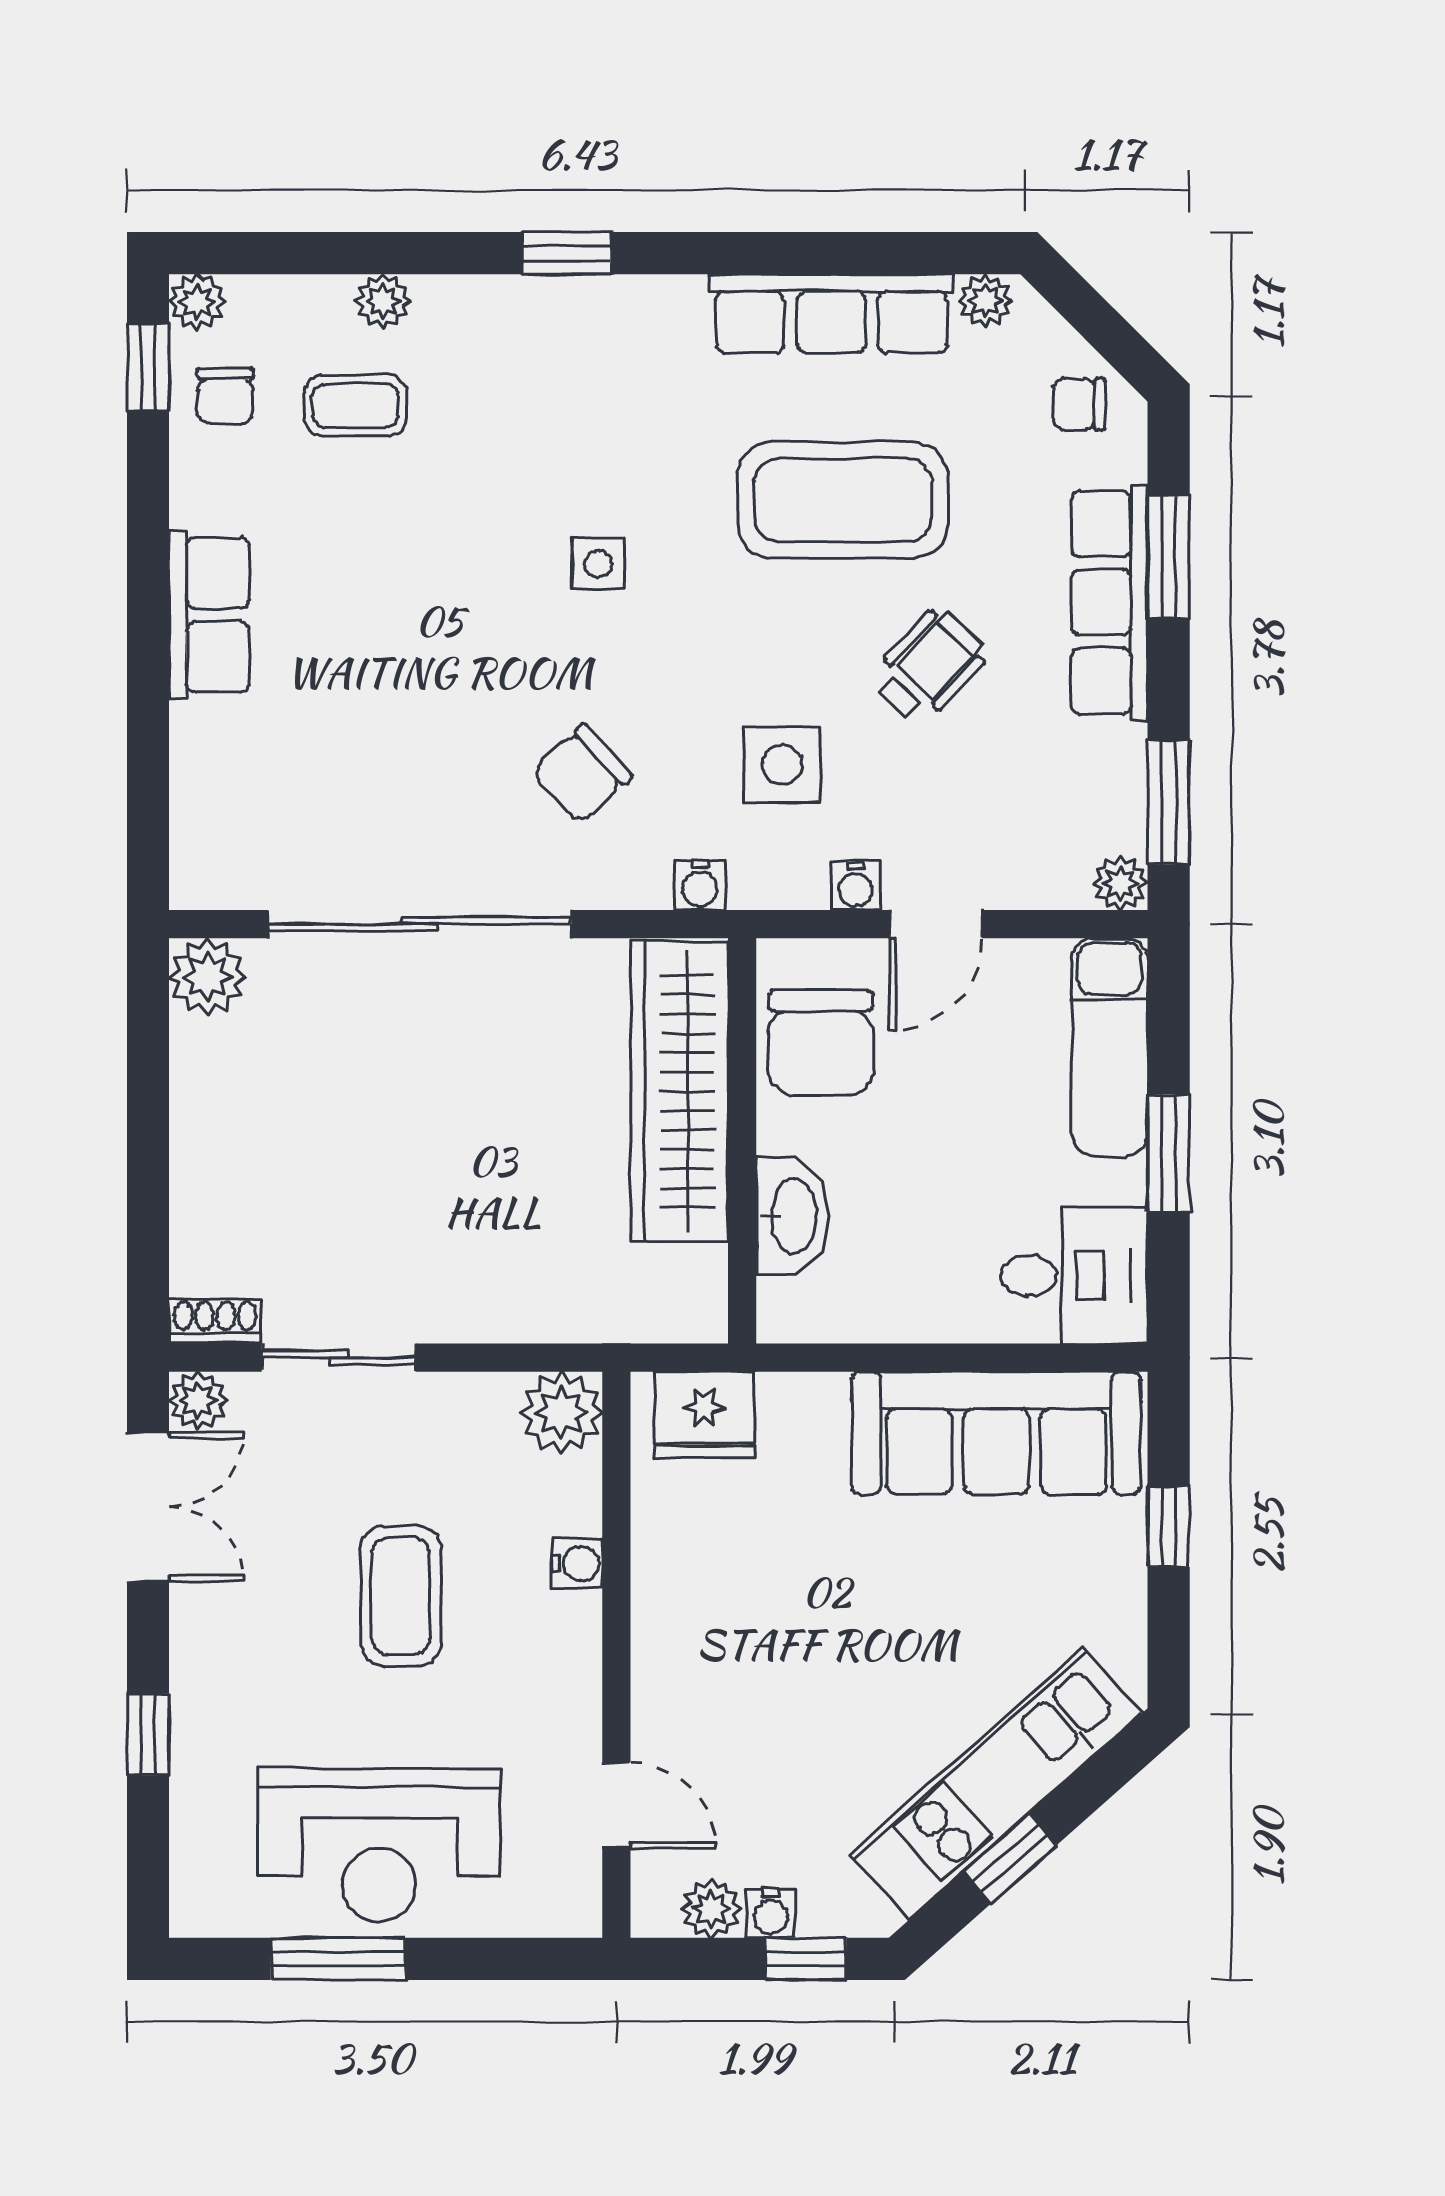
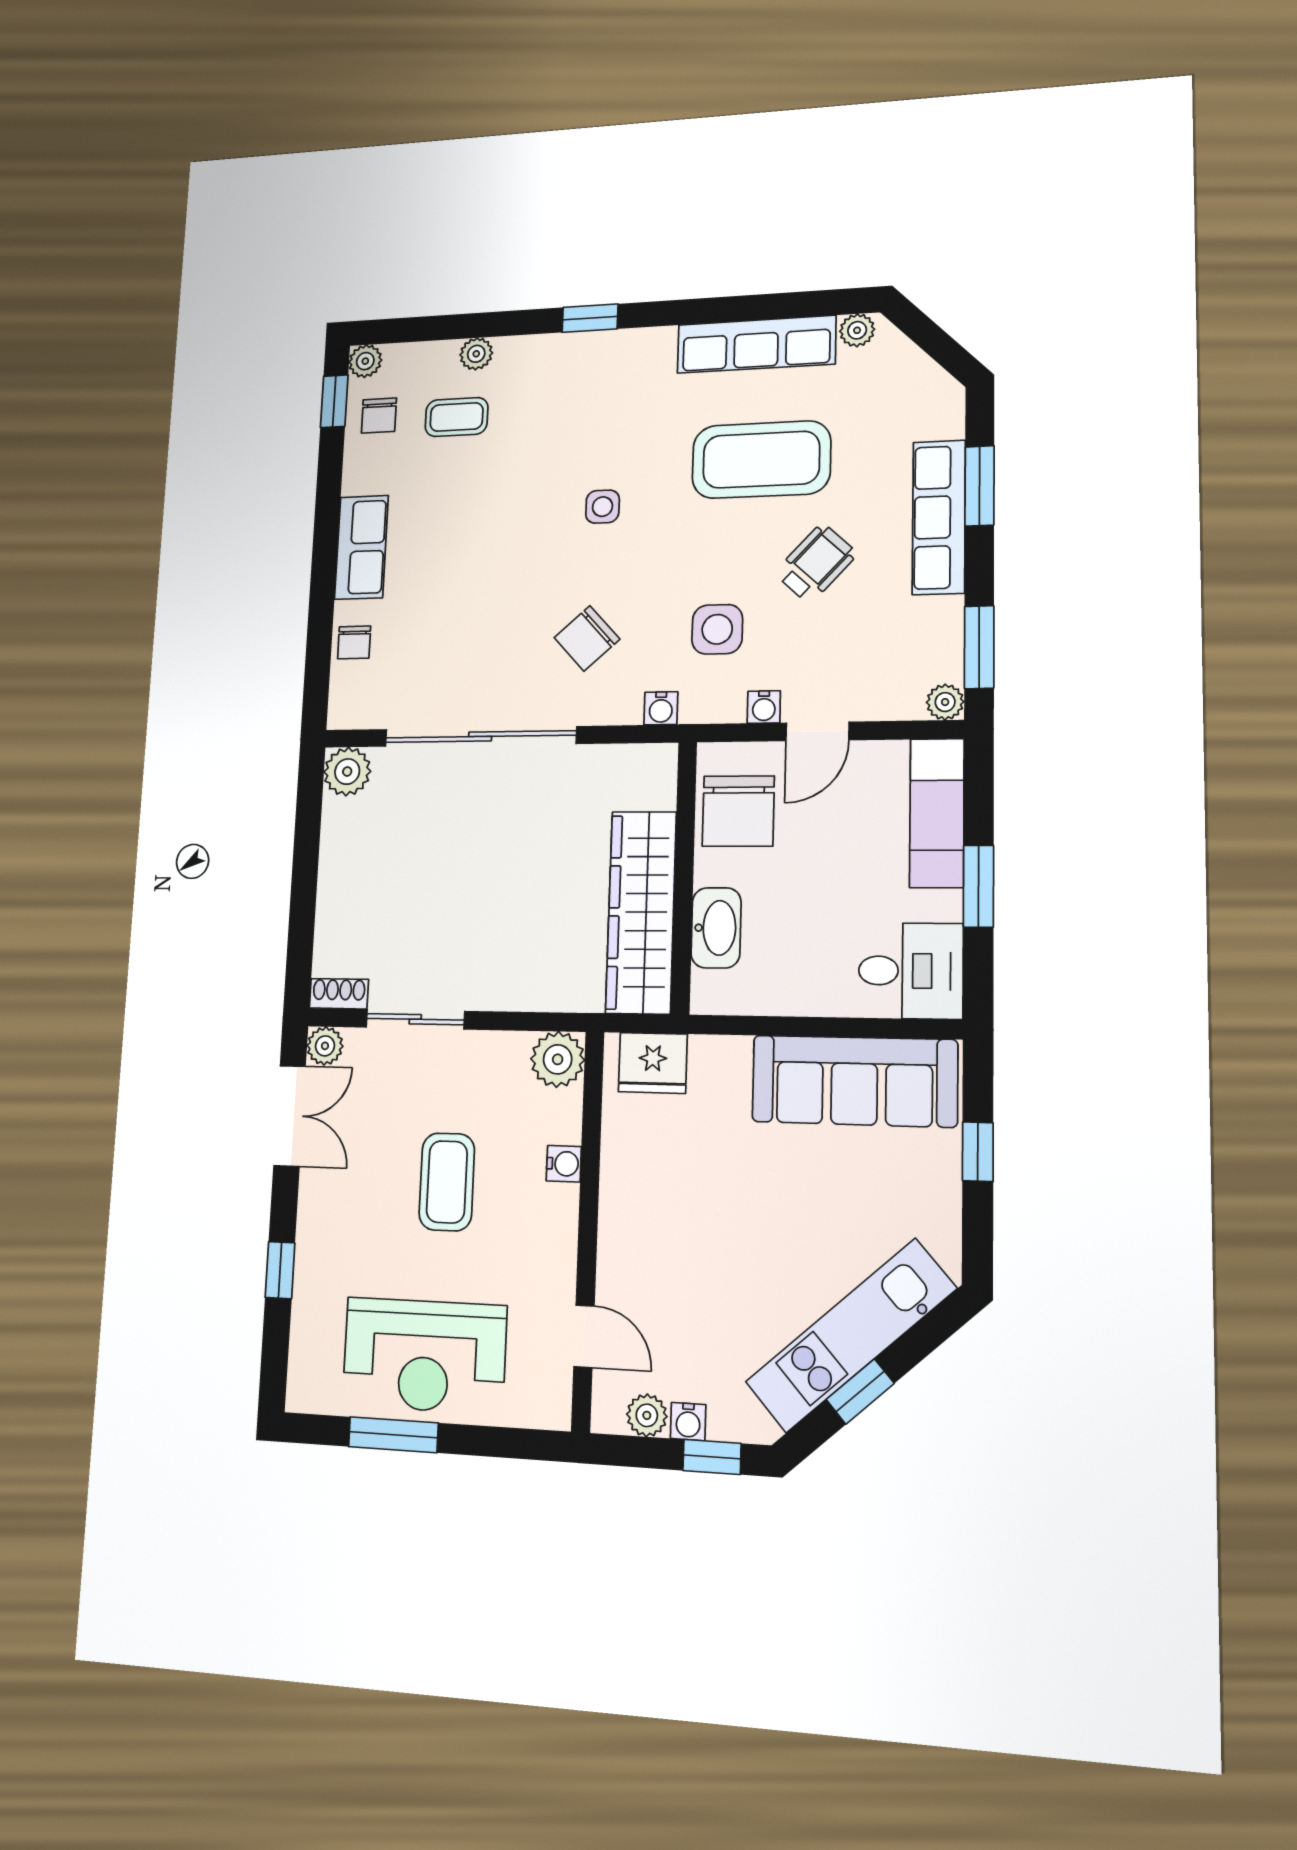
chair: (1079, 404) -> (354, 642), moved, turned -90
wardrobe: (680, 1092) -> (641, 912), moved

